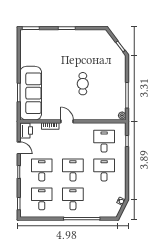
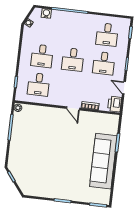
cafe table: (83, 84) -> (53, 144), removed
sofa: (31, 93) -> (103, 161), moved
desk: (73, 199) -> (76, 31), removed
water cooler: (105, 213) -> (46, 13), added

